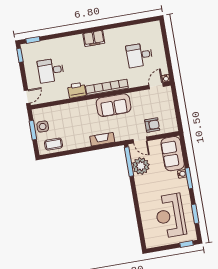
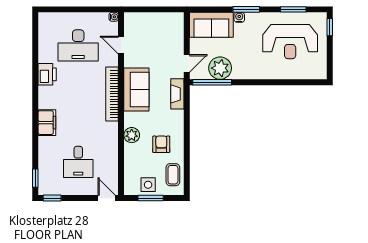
filing cabinet: (94, 38) -> (47, 123), moved
desk: (139, 55) -> (78, 45), width x1.37
door: (156, 86) -> (121, 45), moved
printer: (77, 90) -> (47, 74), moved, turned 180
plant: (78, 108) -> (132, 135), added
armchair: (152, 125) -> (161, 144), moved
fireplace: (102, 139) -> (177, 94), moved

